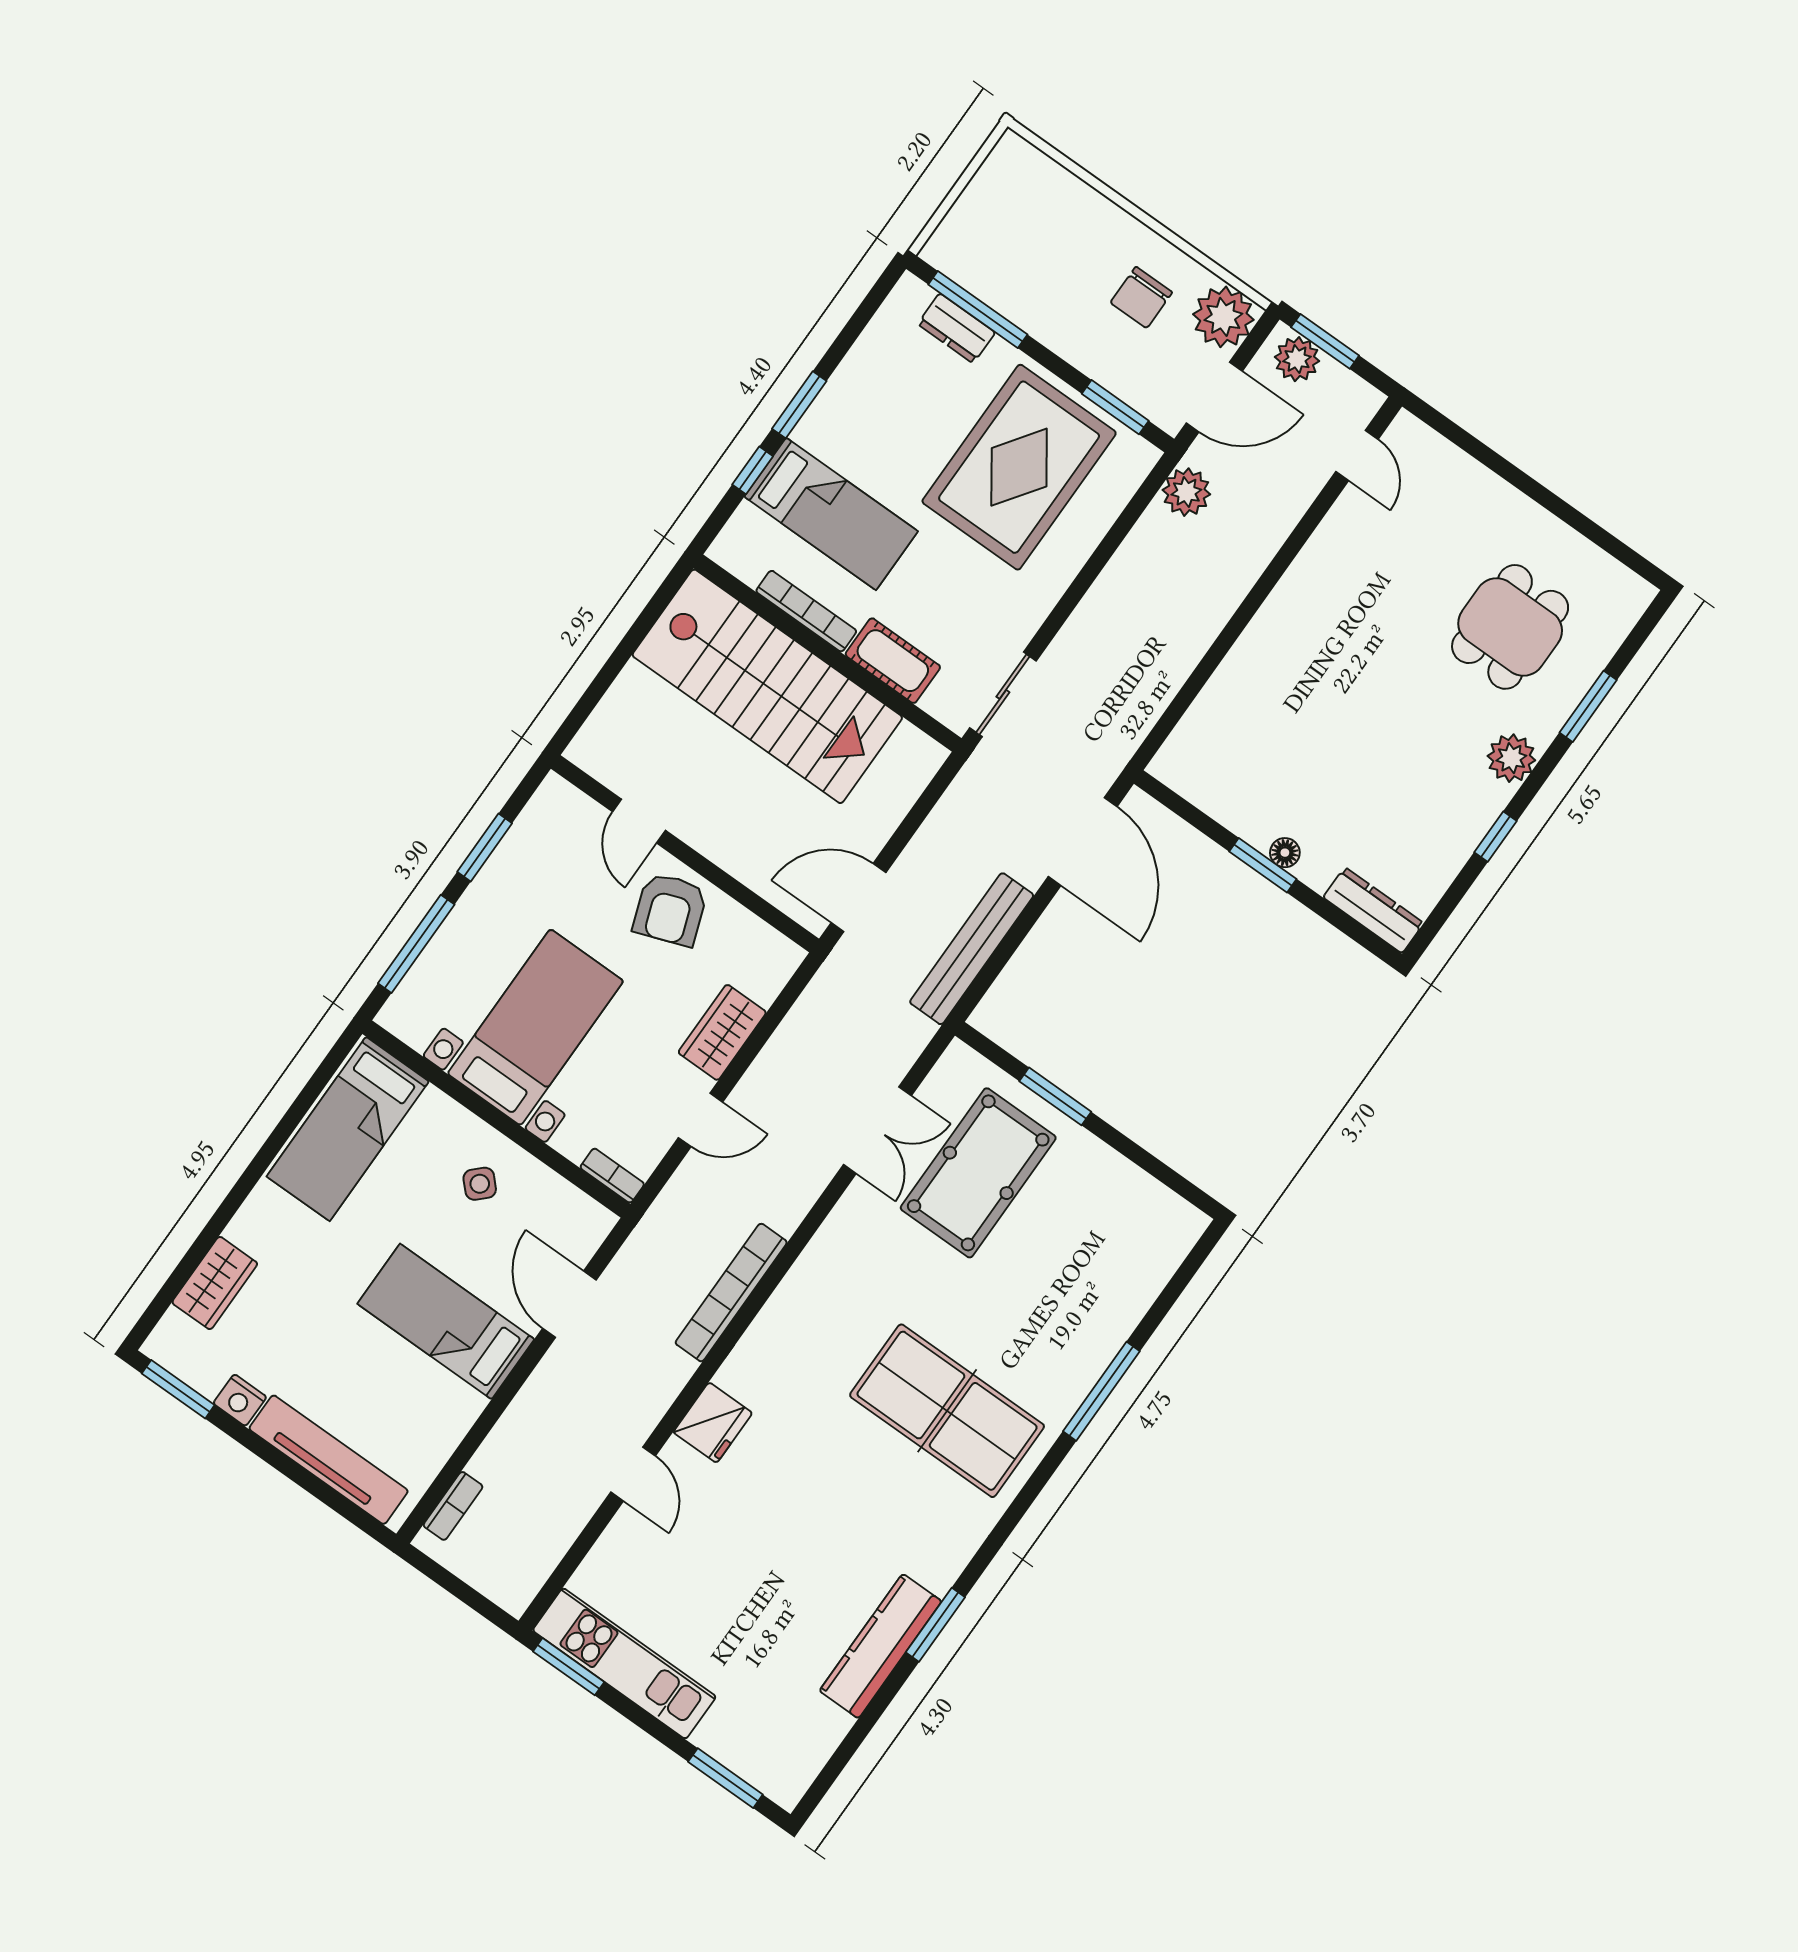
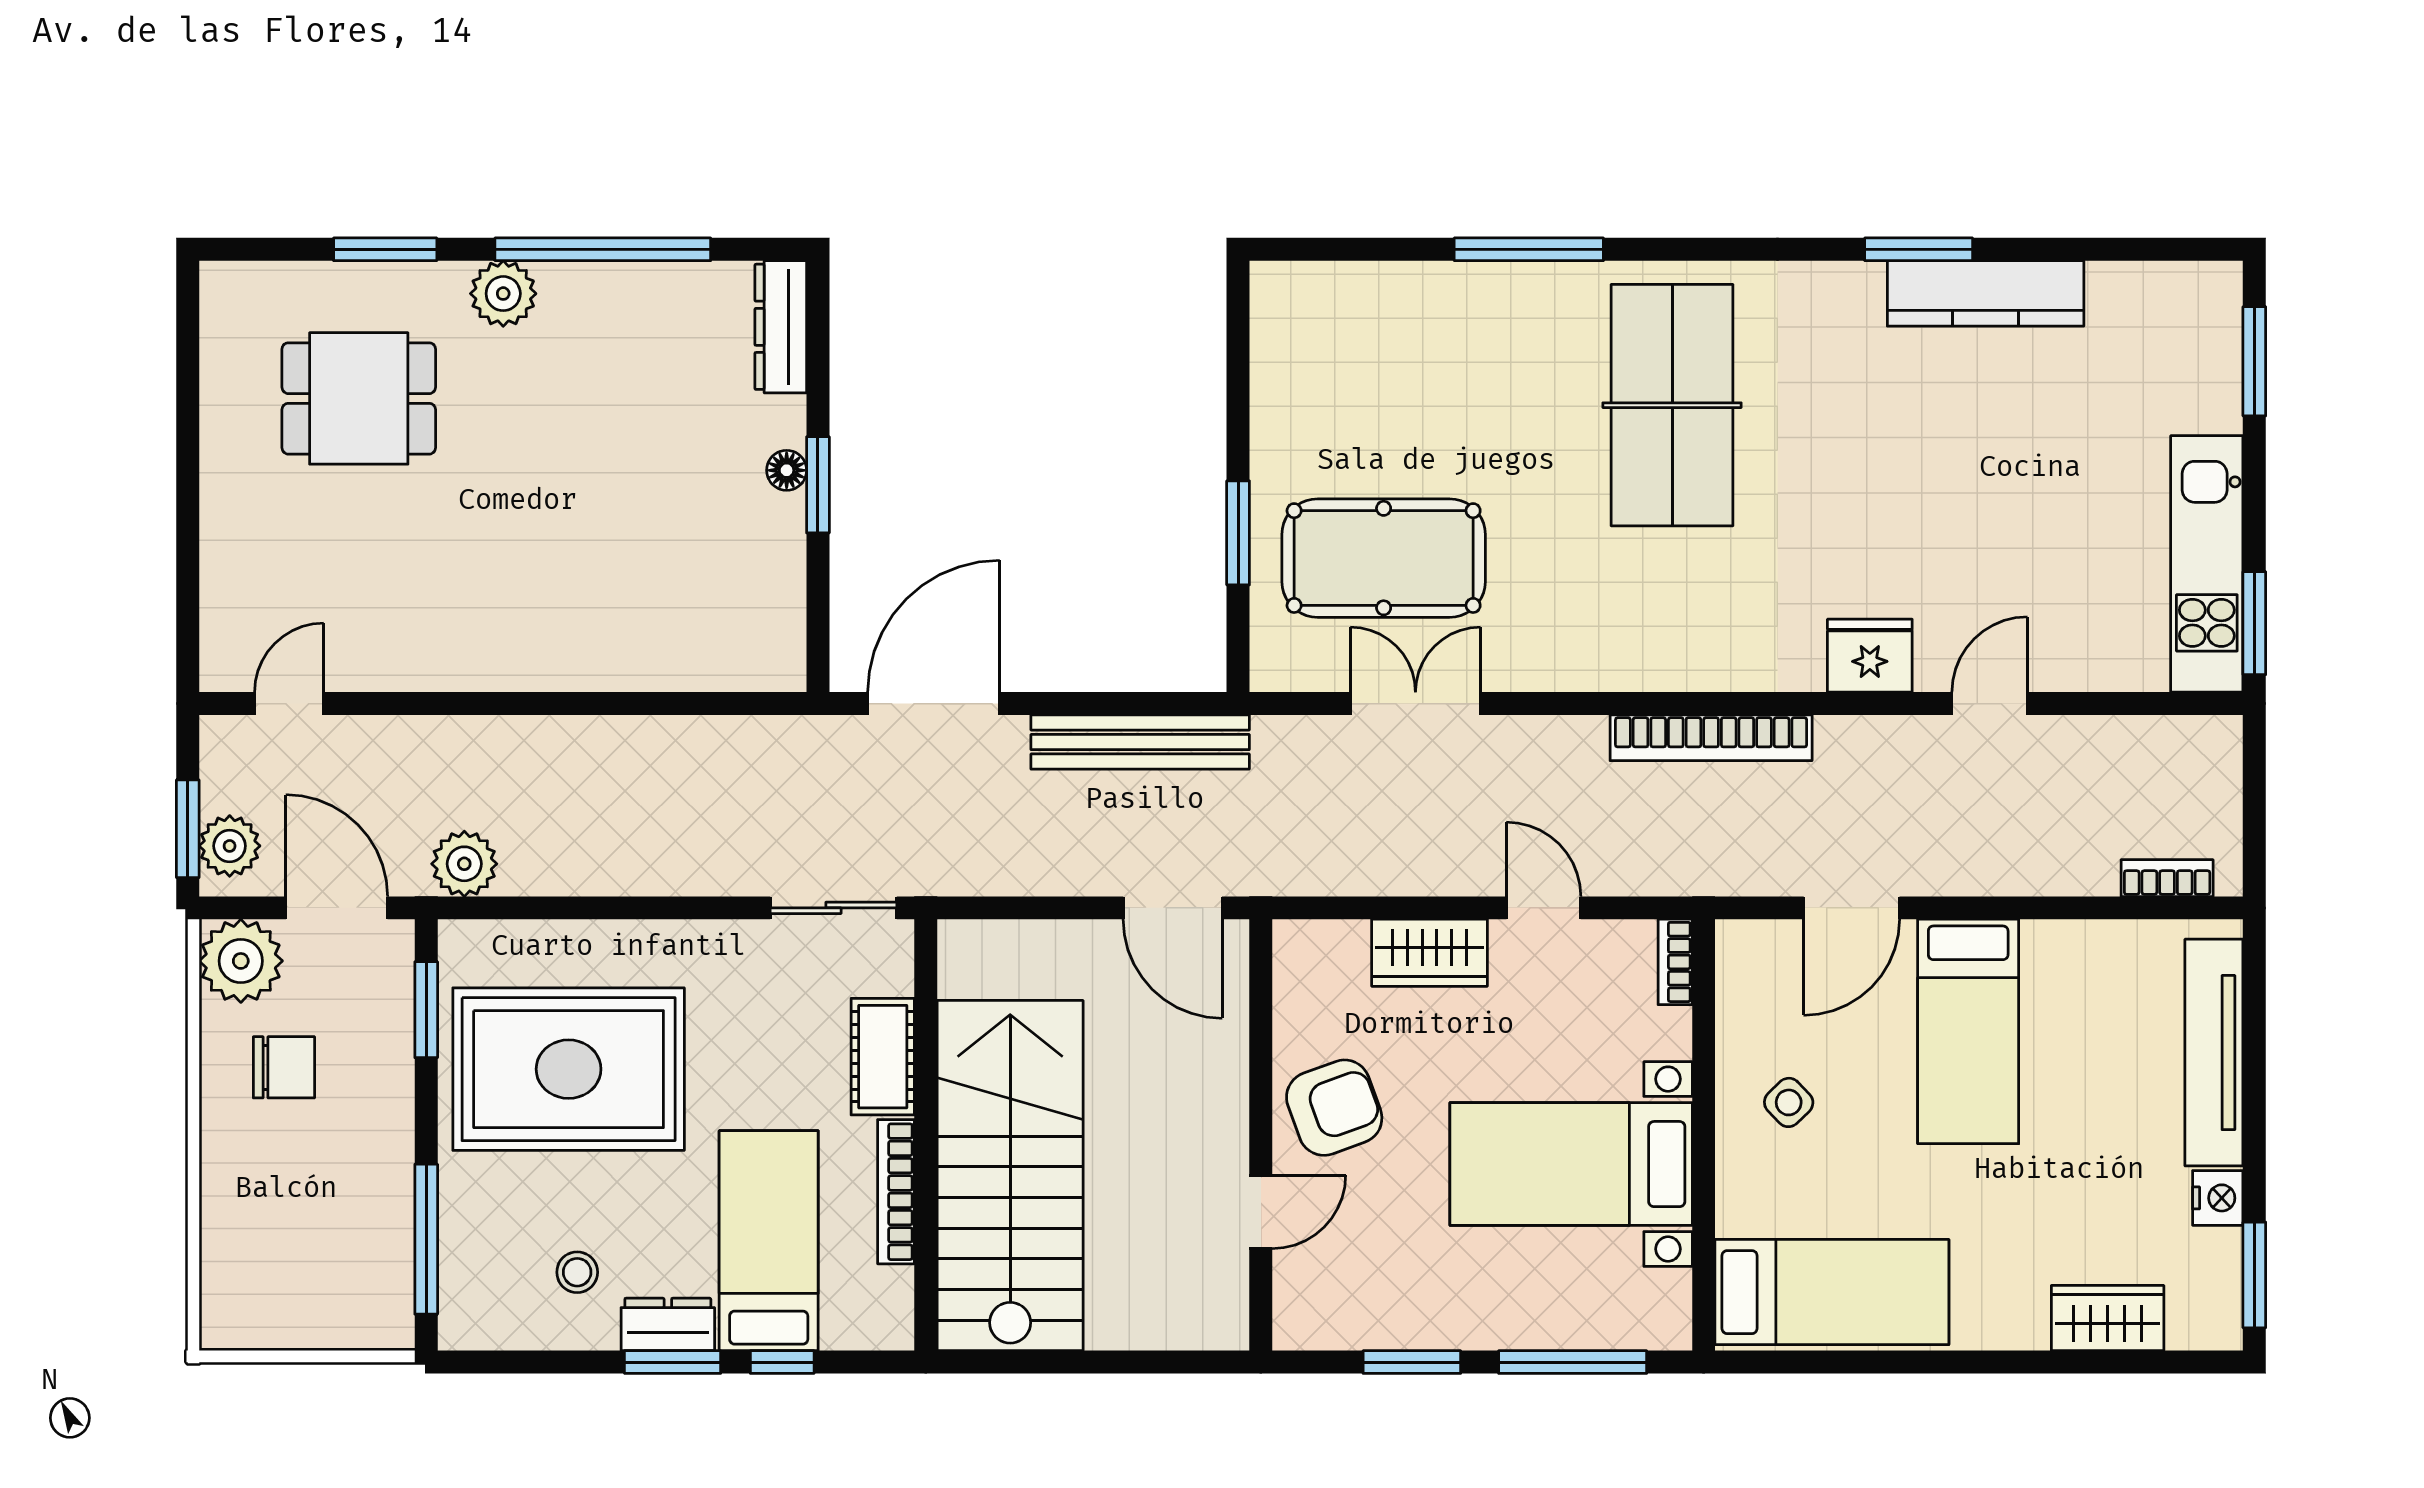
dresser: (956, 328) -> (668, 1324), moved, turned -90
stool: (894, 386) -> (577, 1272), added
window: (1496, 837) -> (603, 249), width x3.17

